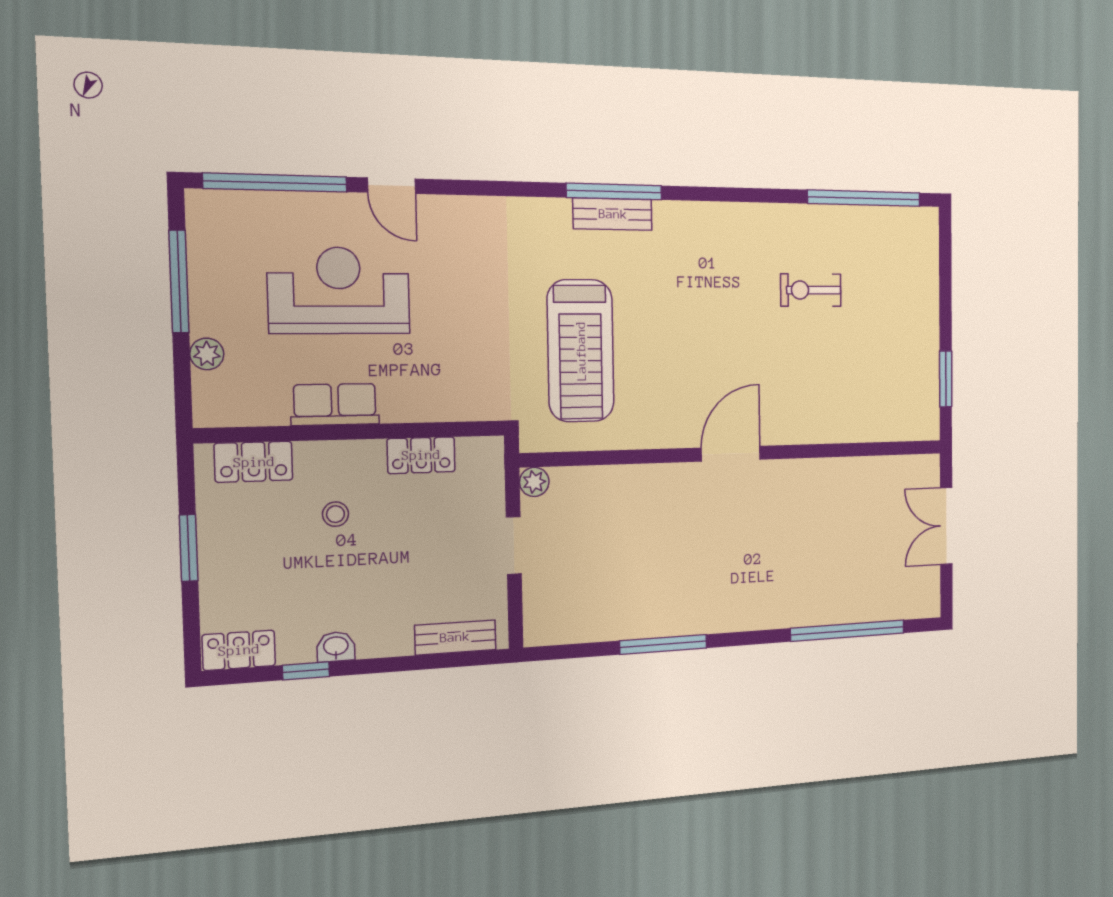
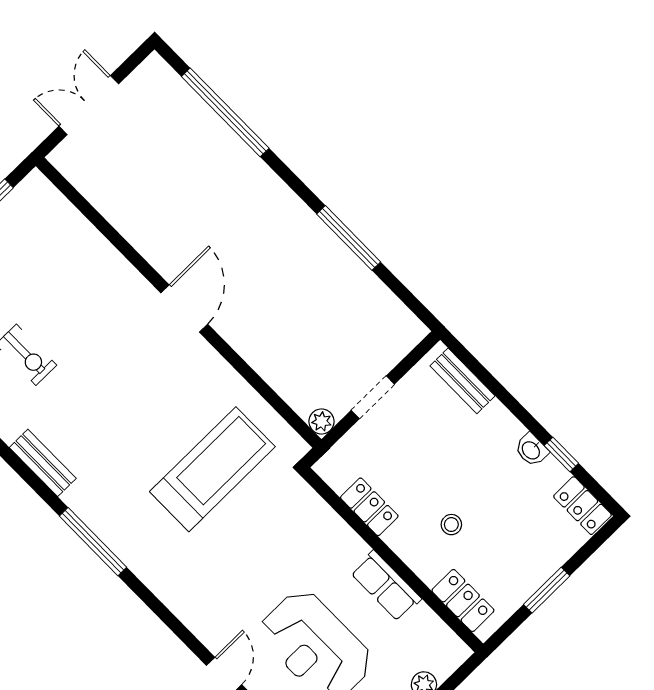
bench: (613, 214) -> (43, 463), moved
door: (731, 454) -> (184, 308), swing flipped
double door: (946, 526) -> (89, 105), swing flipped

